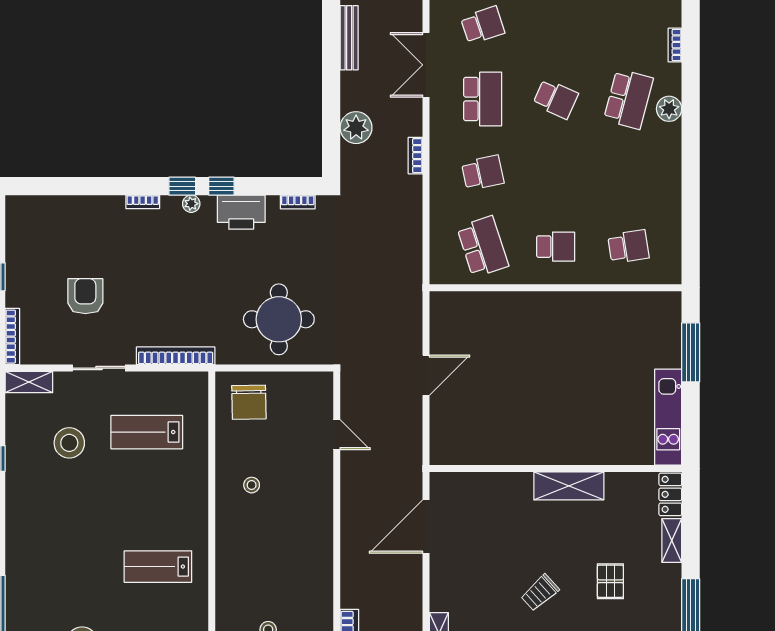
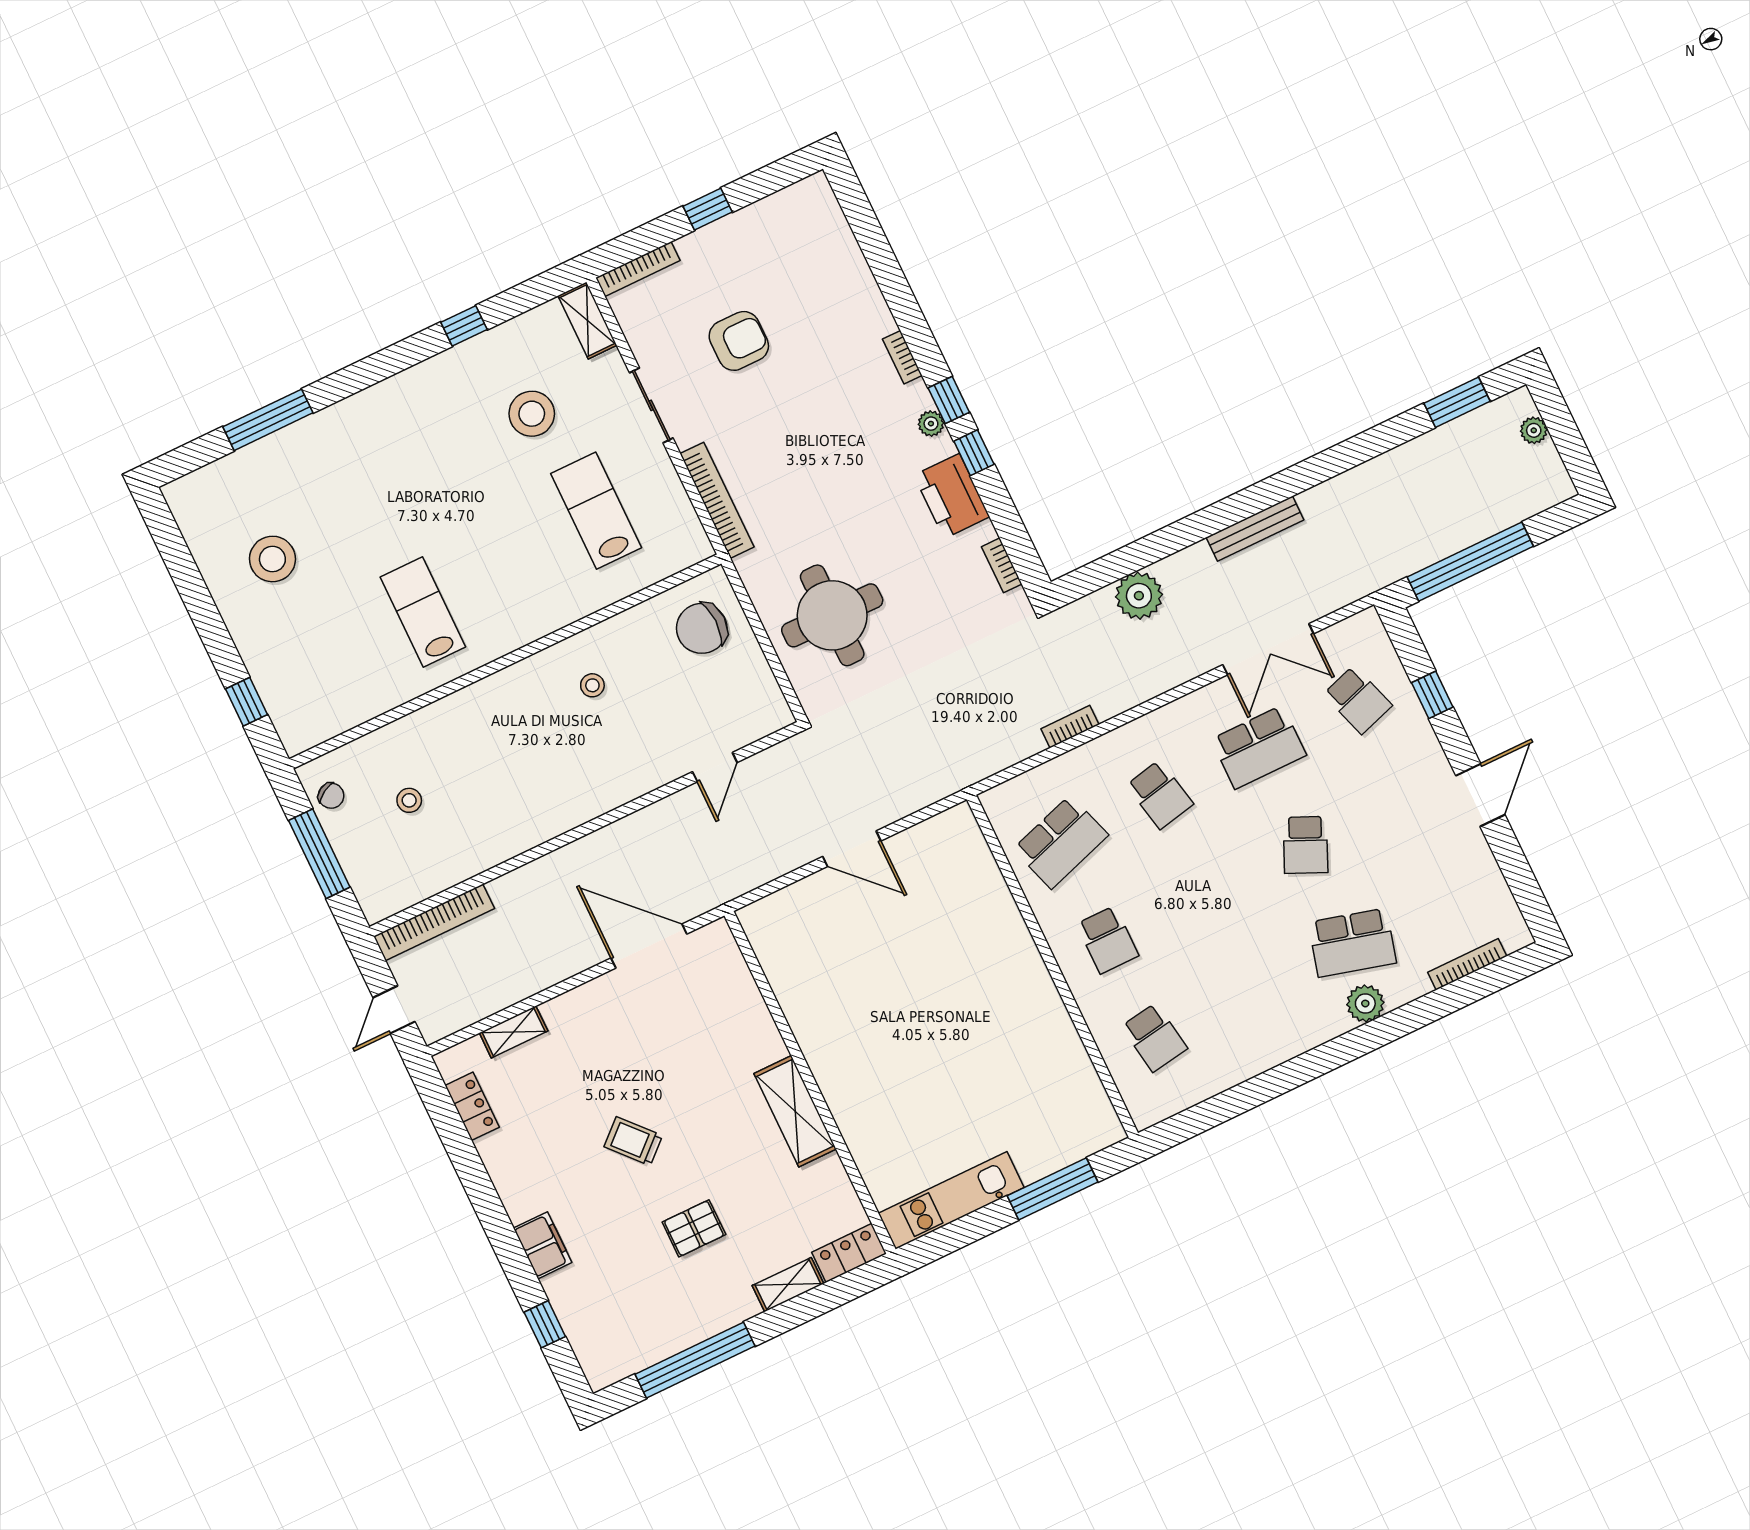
bookcase: (675, 45) -> (1467, 964), width x1.56
double door: (426, 65) -> (1268, 649), swing flipped
bookcase: (415, 156) -> (1070, 727), moved

